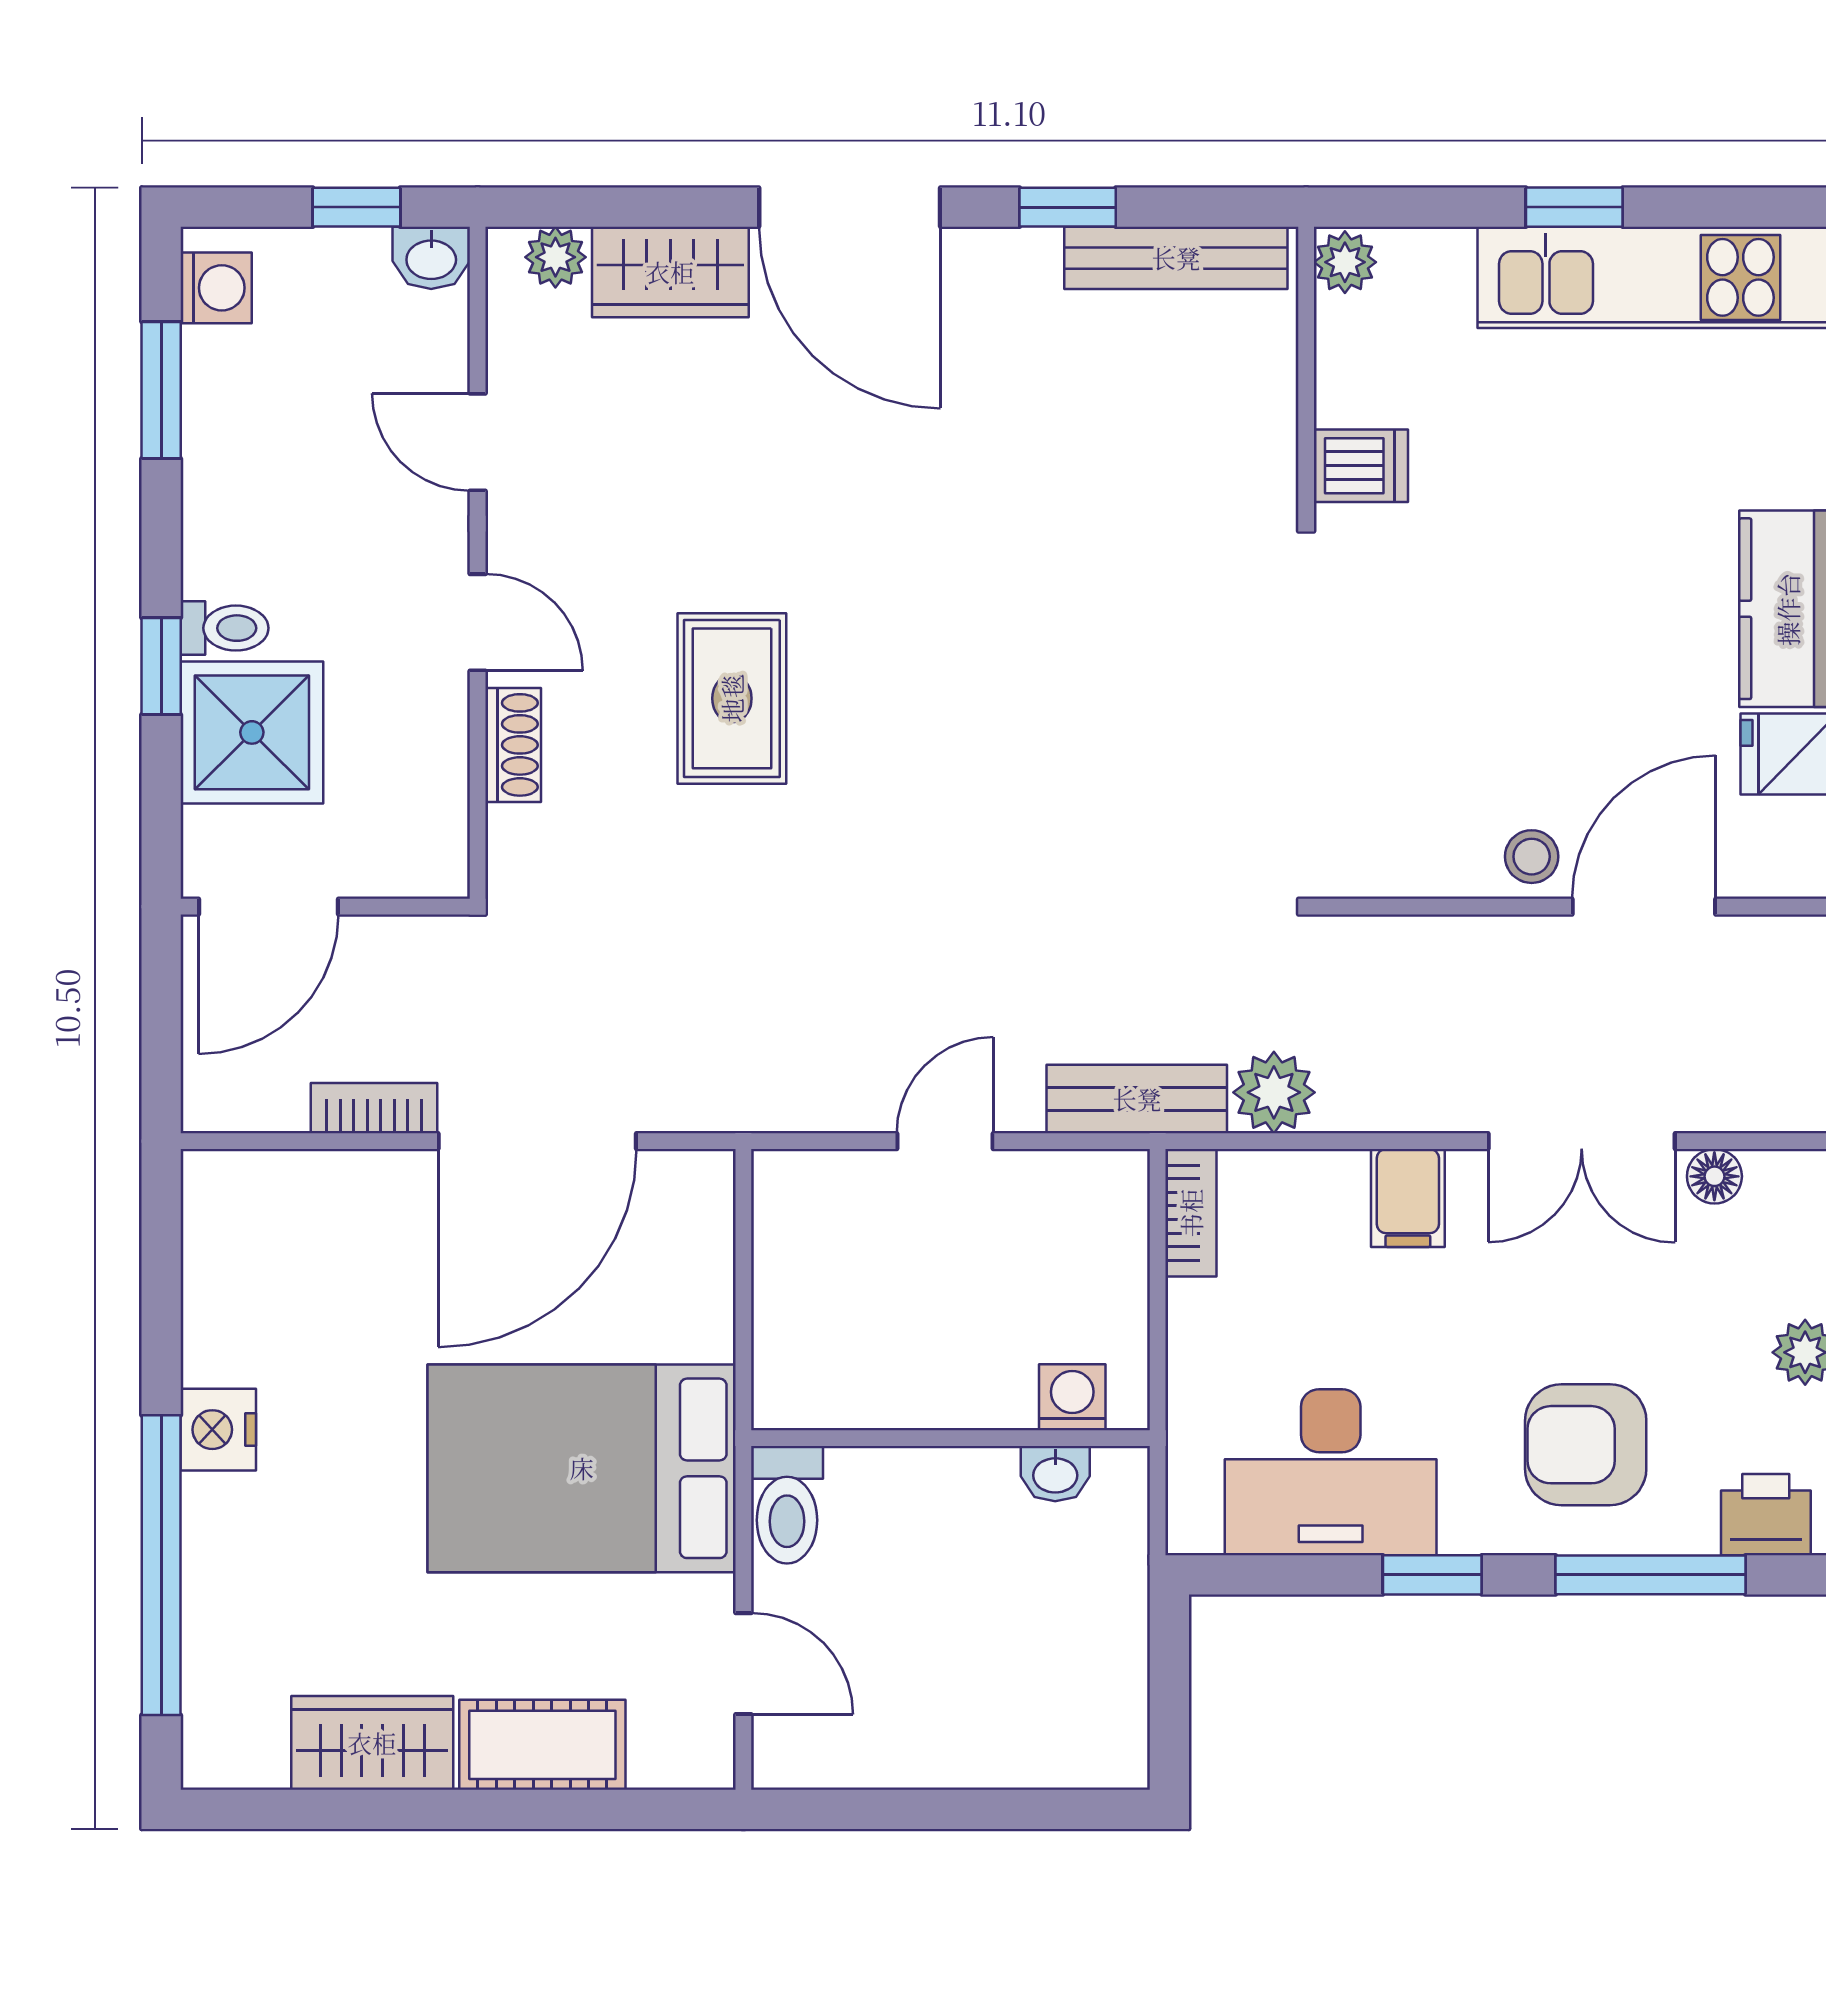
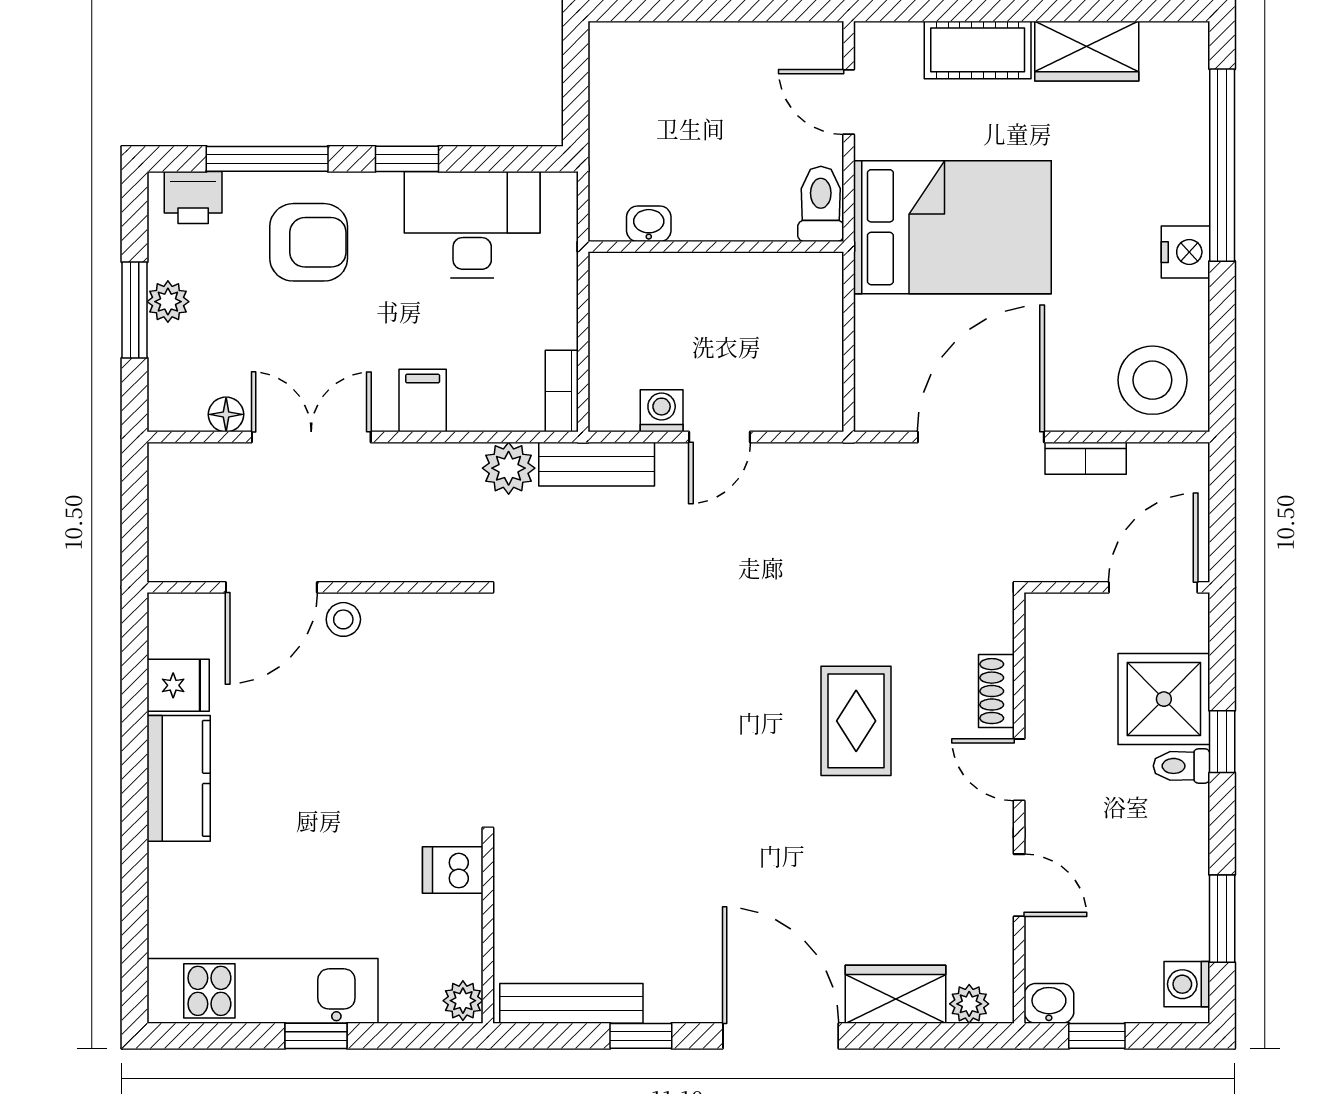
stool: (270, 1230) -> (1152, 380), added
washing machine: (1072, 1397) -> (662, 411), moved, turned 180

